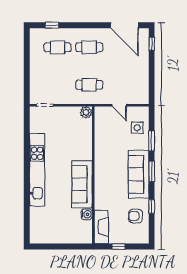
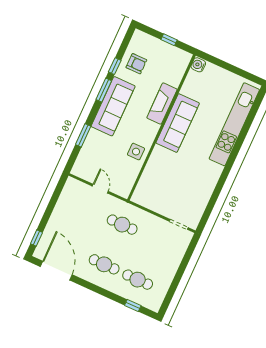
plant: (86, 112) -> (139, 197), removed
side table: (137, 128) -> (136, 152), moved
kitchen unit: (37, 170) -> (234, 124), moved
window: (152, 171) -> (104, 90), moved
water cooler: (87, 214) -> (198, 65), moved
fireplace: (101, 227) -> (162, 104), moved

